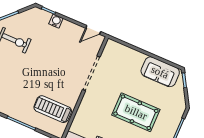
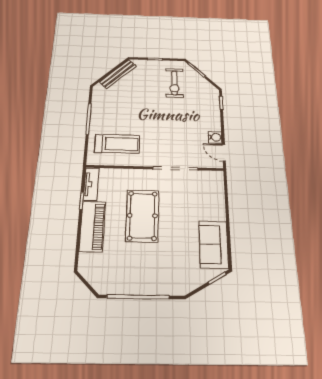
water cooler: (56, 21) -> (215, 137), moved
treadmill: (53, 109) -> (117, 144), turned 90
pool table: (136, 112) -> (142, 216), moved

